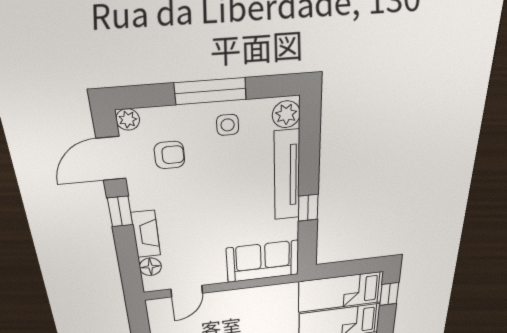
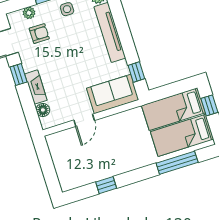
plant: (128, 120) -> (29, 13), moved
window: (308, 208) -> (136, 72), moved
door: (187, 291) -> (84, 120), moved

